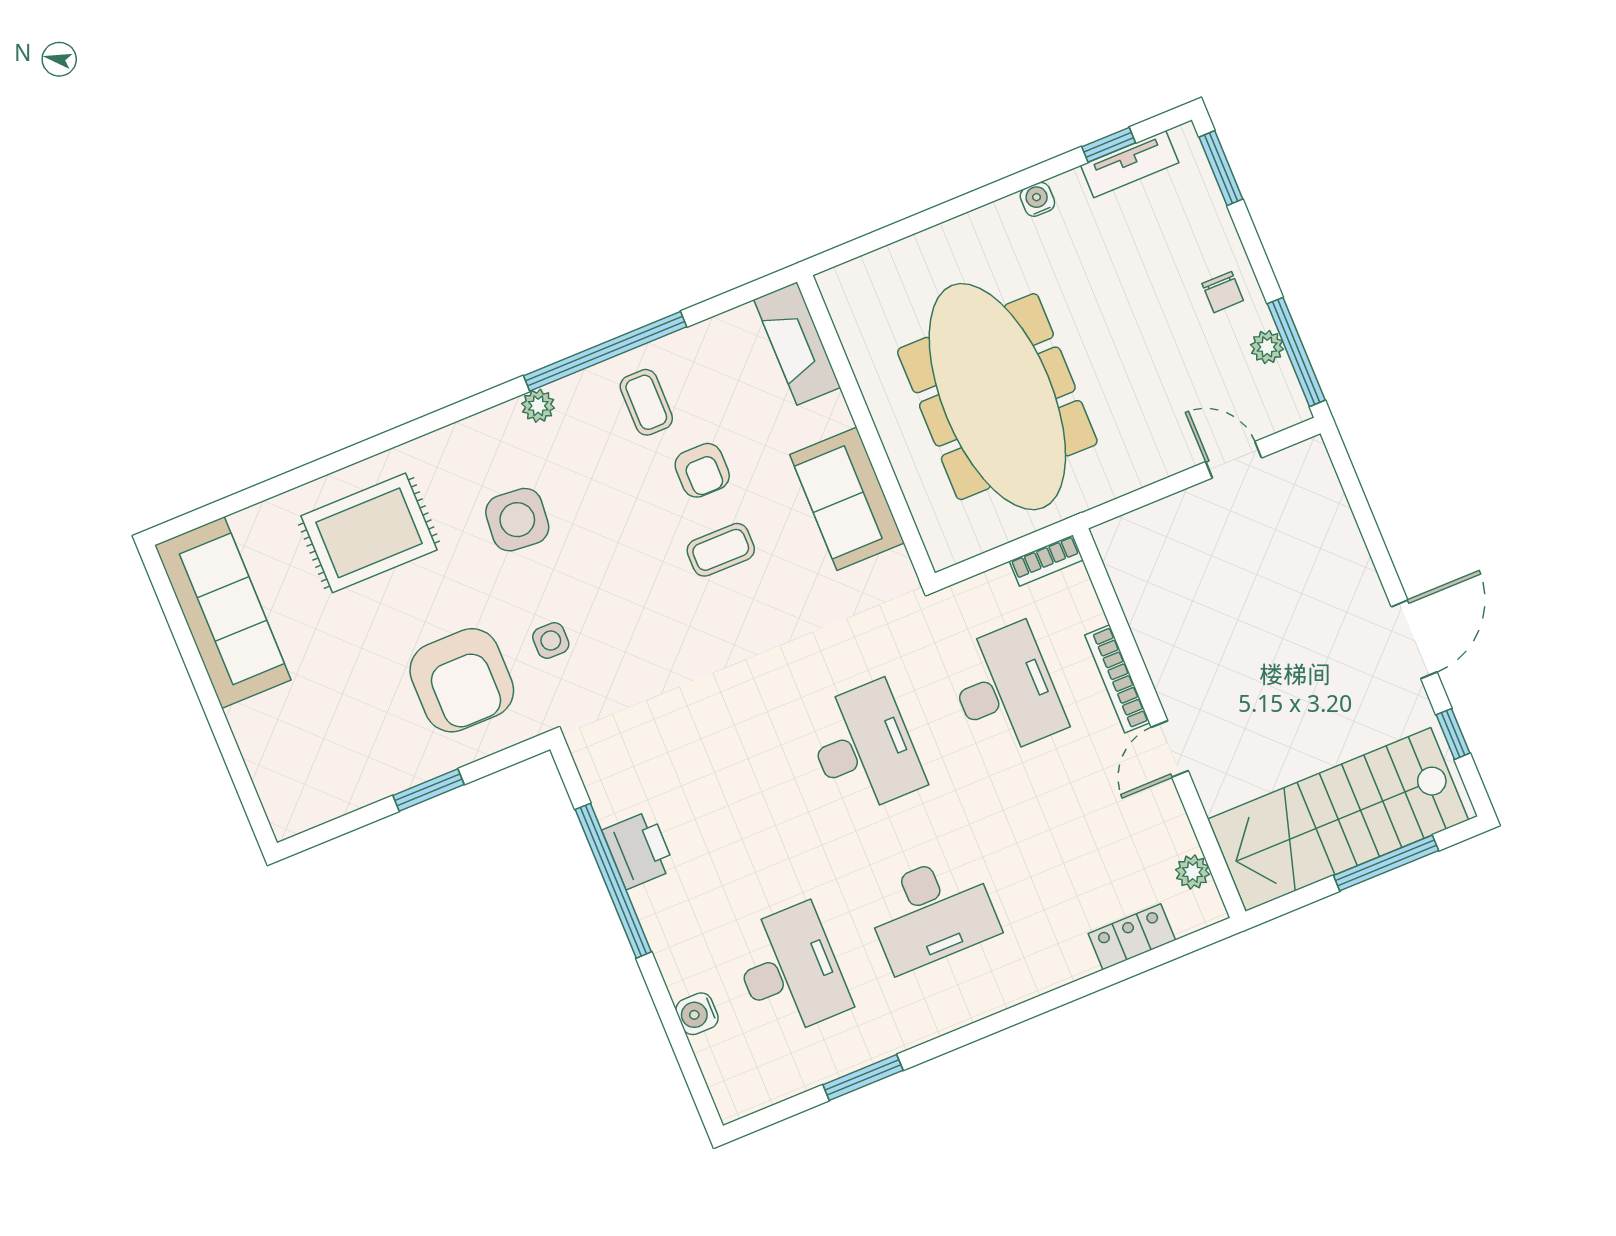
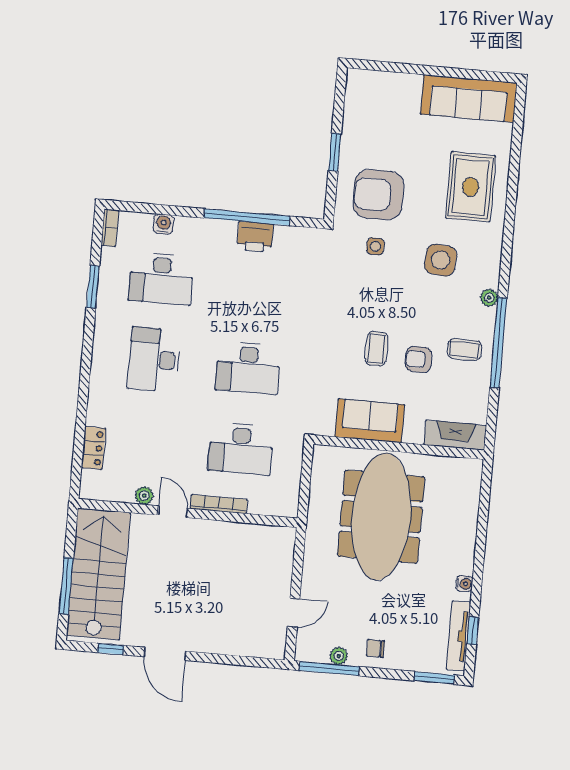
tv unit: (1130, 164) -> (458, 636), width x1.41
meeting table: (997, 397) -> (381, 517), turned 90
bookcase: (1046, 561) -> (110, 228), moved, turned 180
plant: (1193, 872) -> (144, 496), moved

